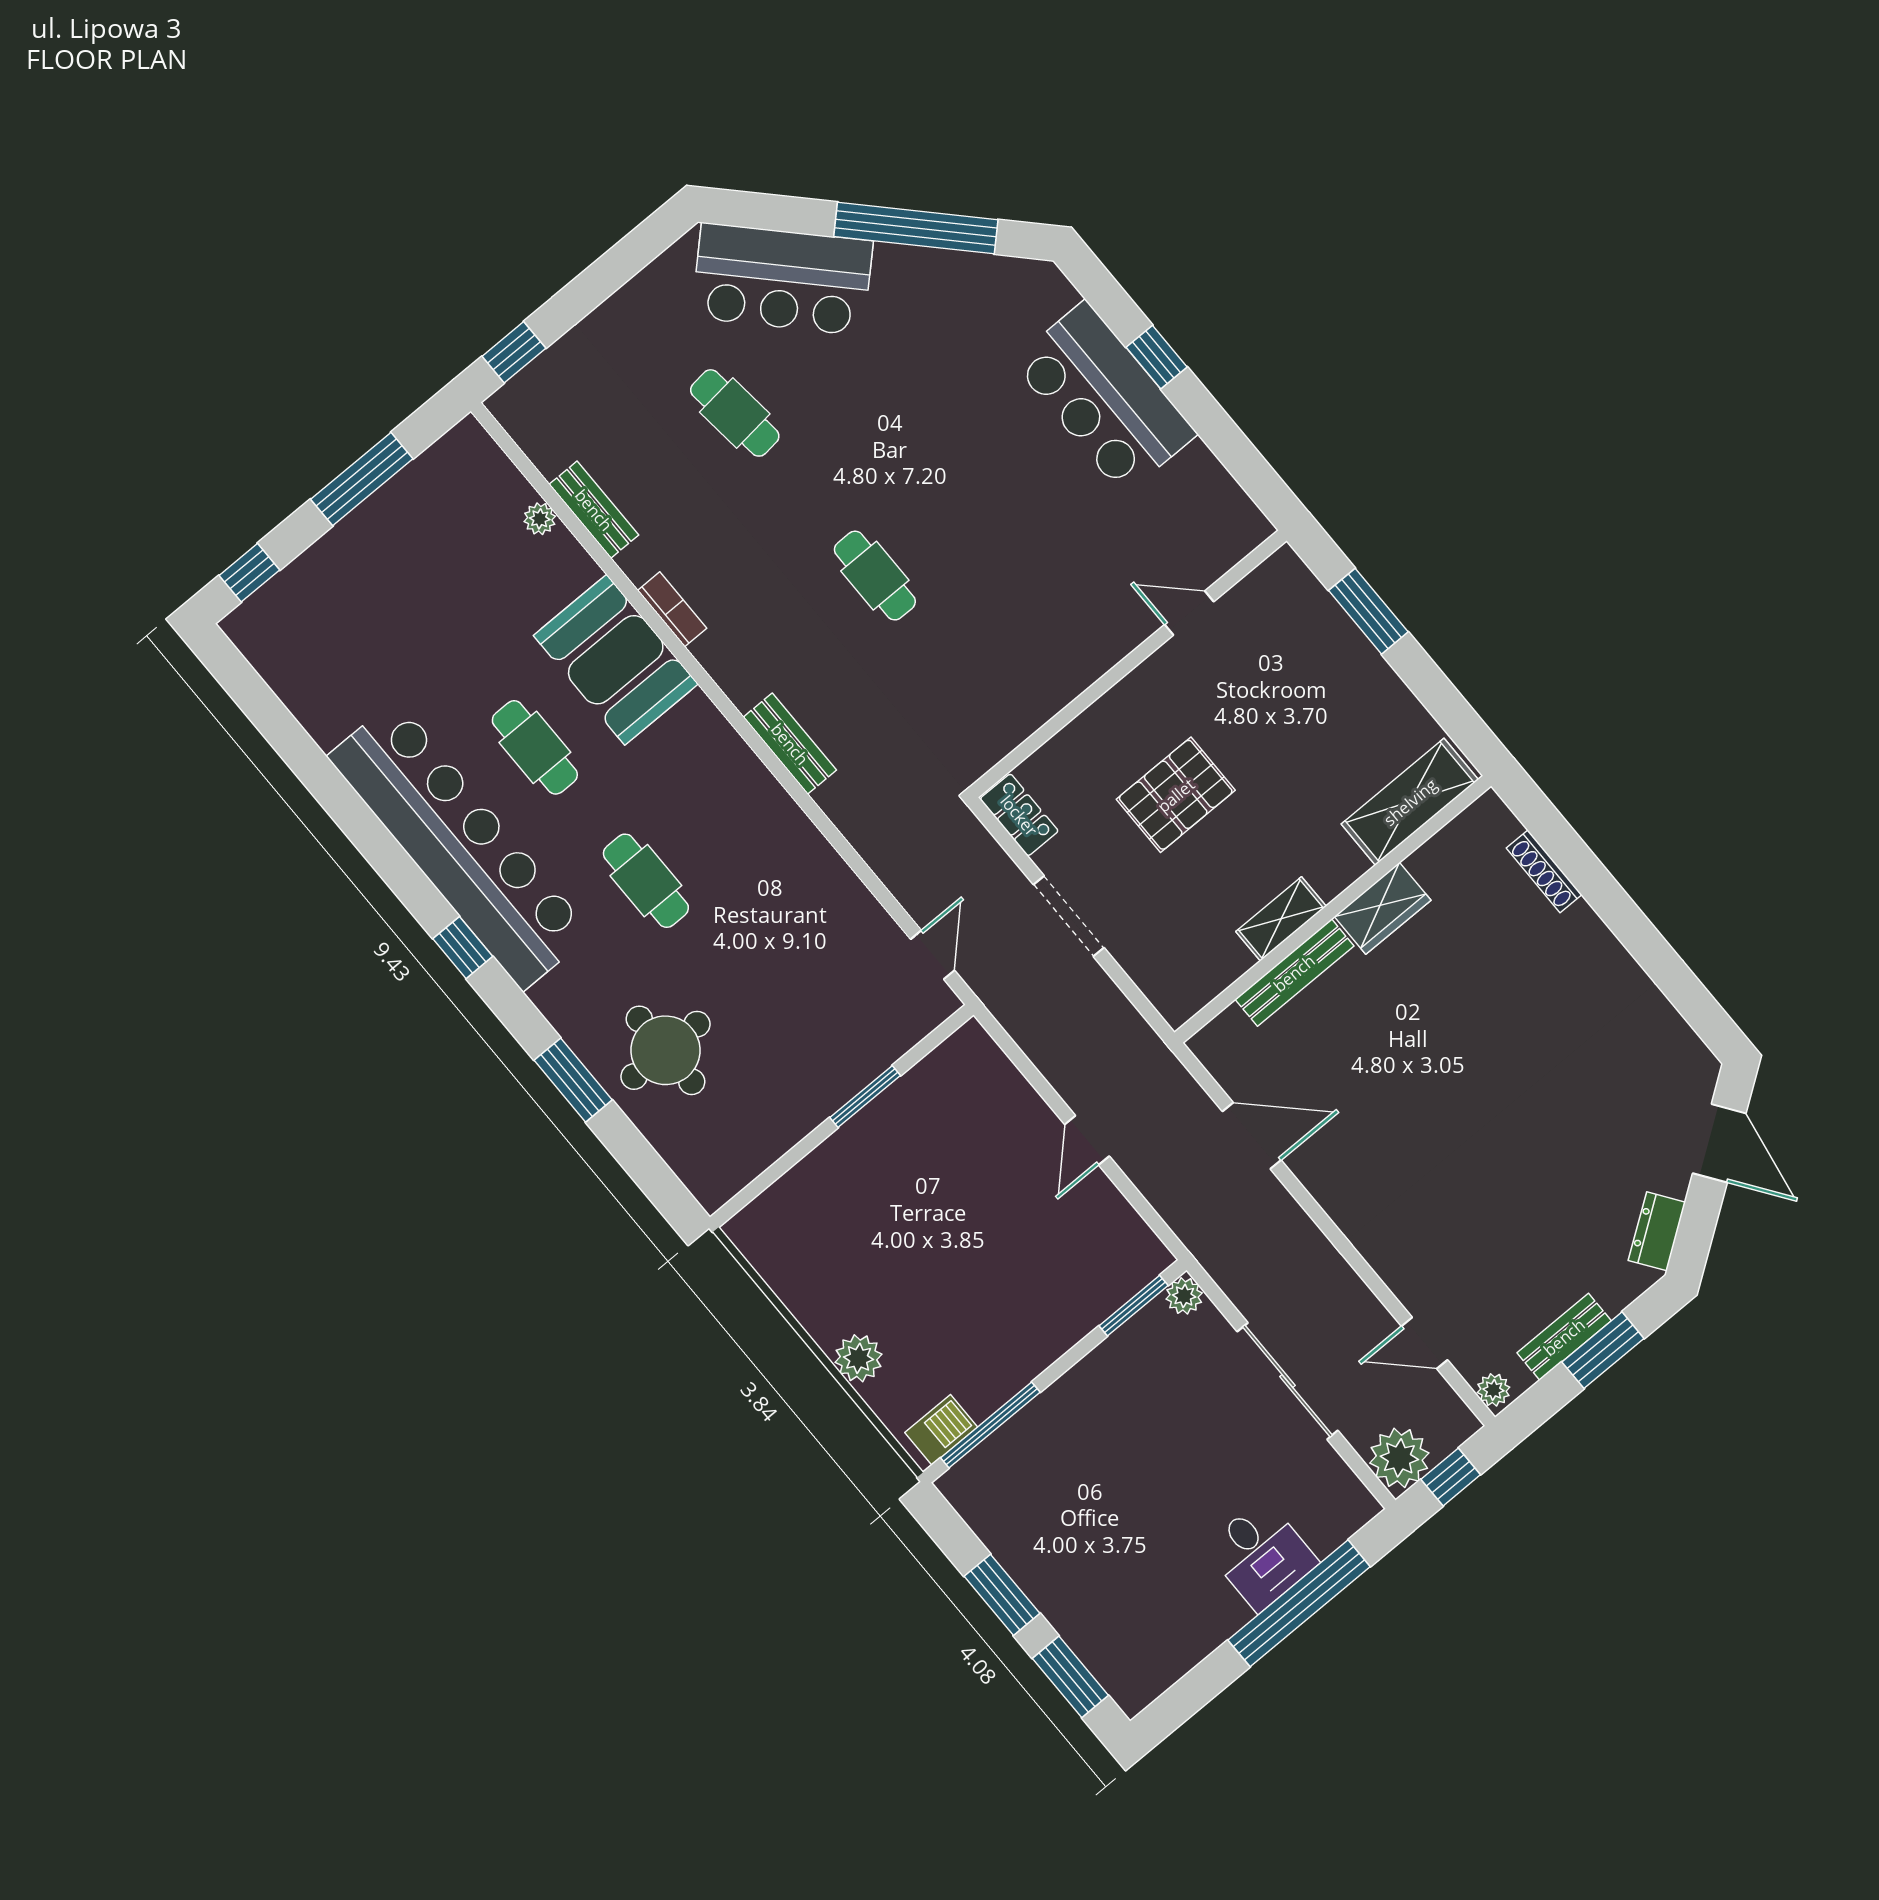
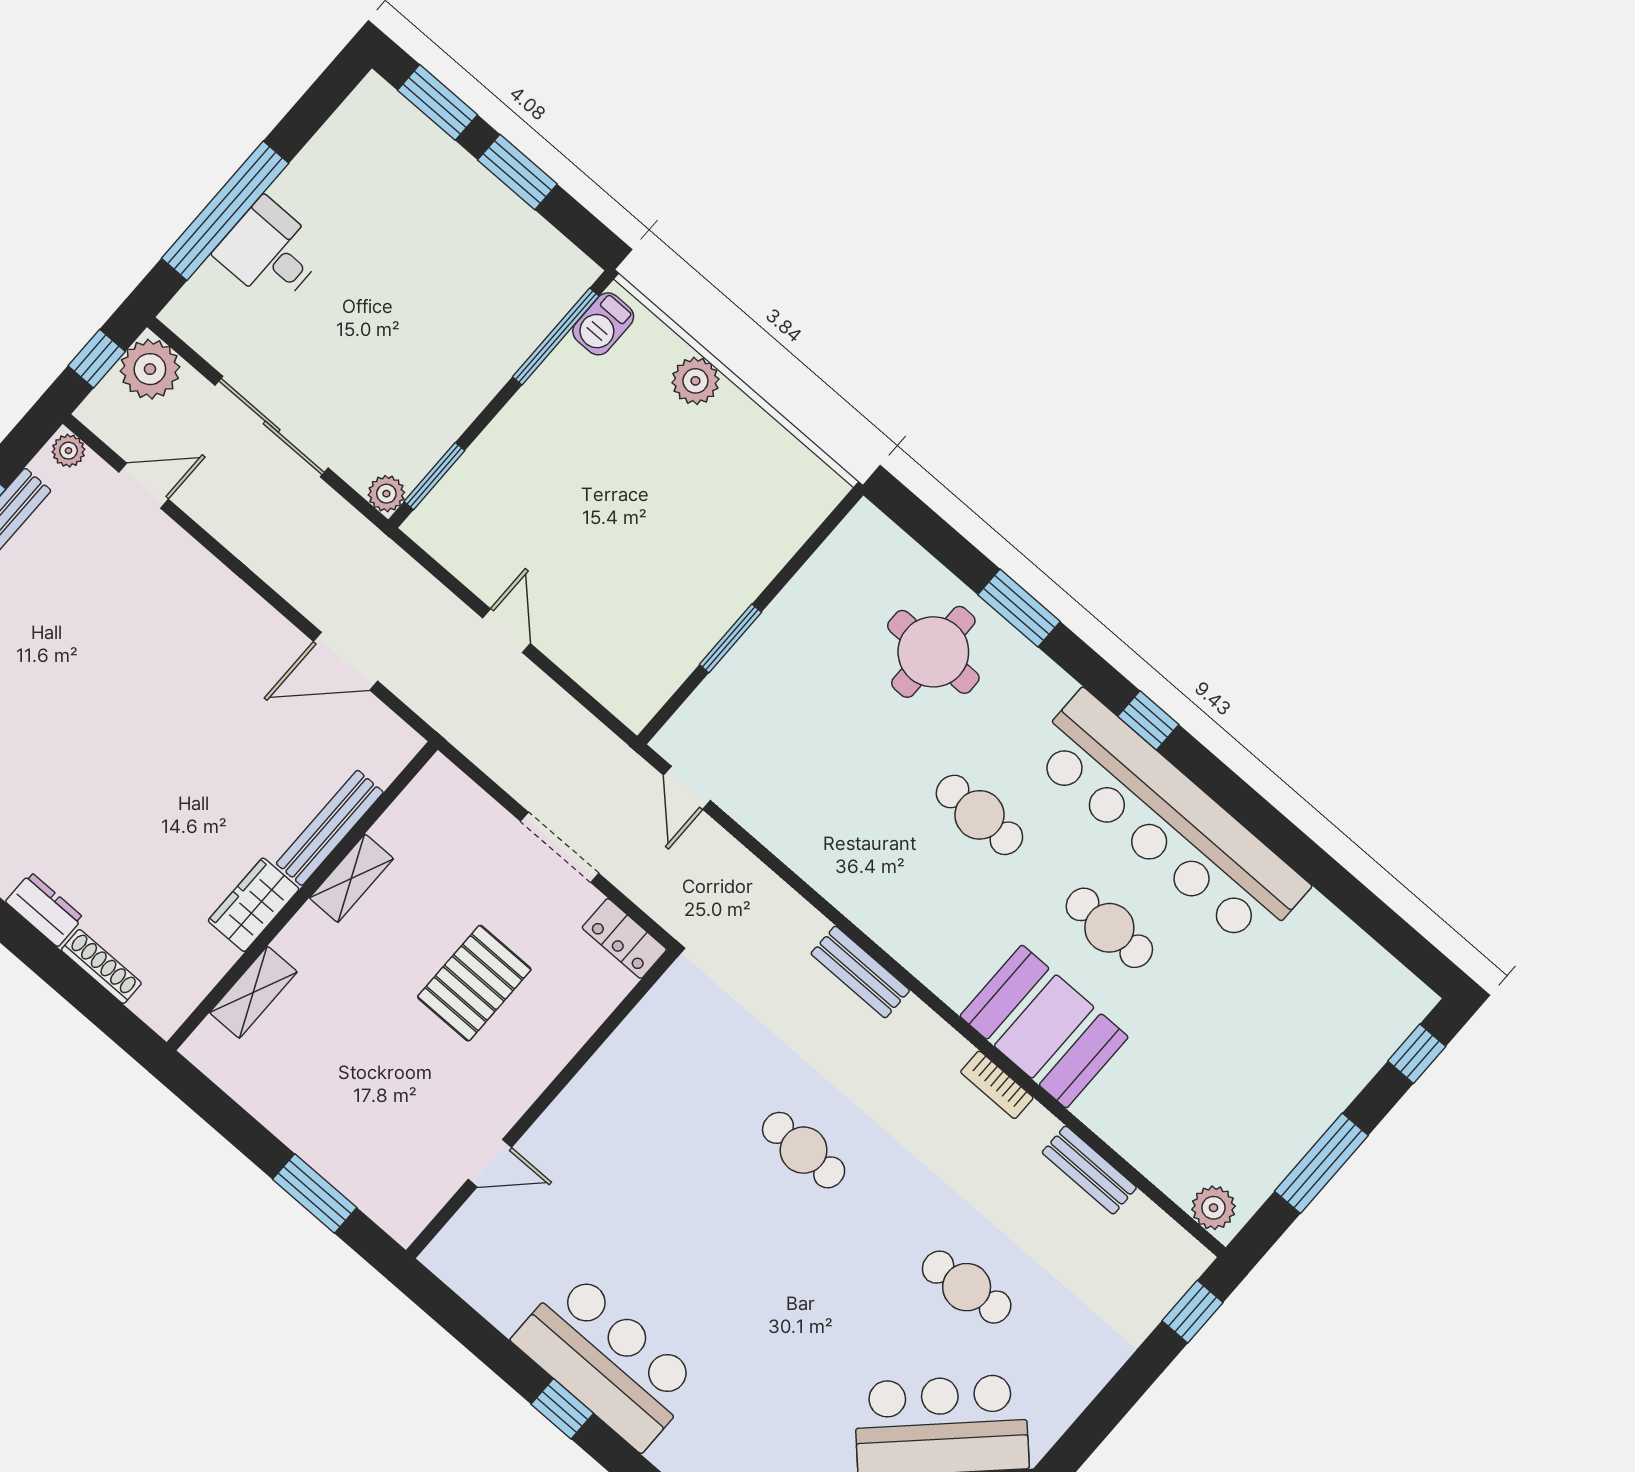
plant: (540, 519) -> (1213, 1208), moved, width x1.38, depth x1.38
shelving: (1410, 802) -> (253, 992), width x0.67, depth x0.75
dresser: (1592, 937) -> (44, 910), added

